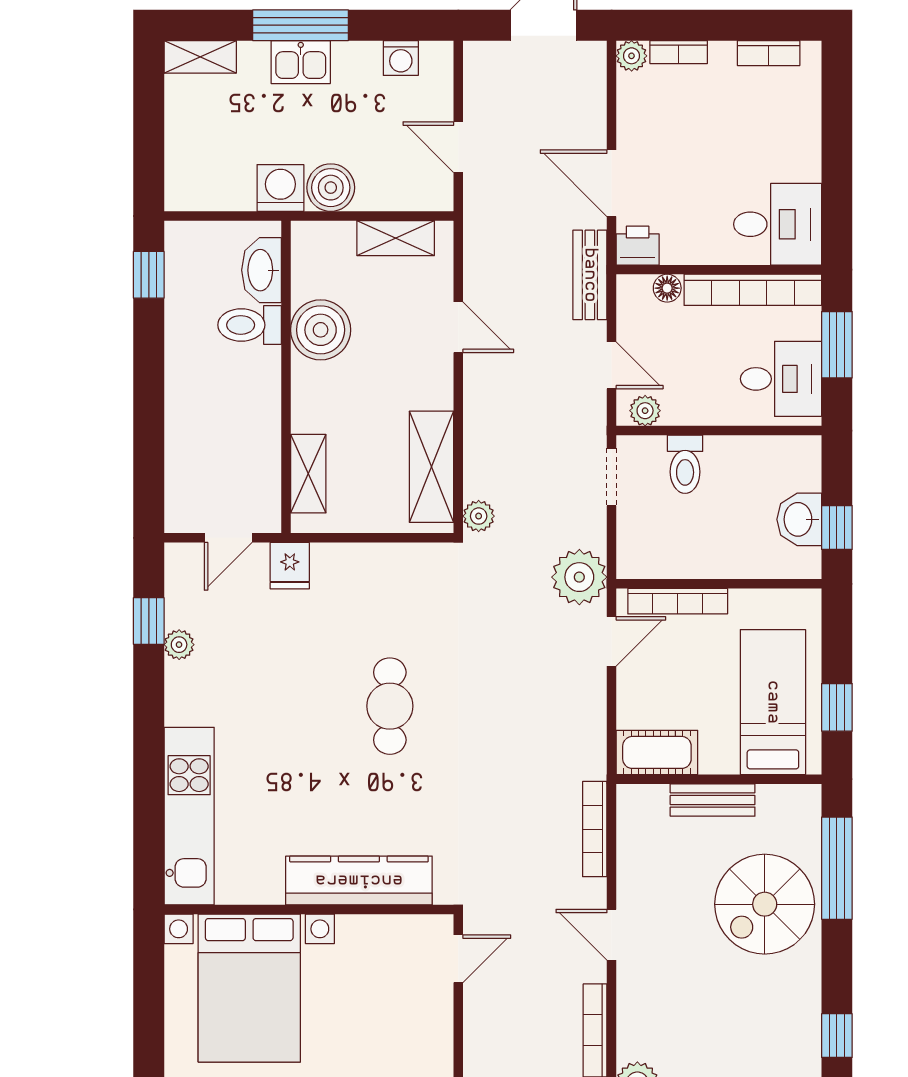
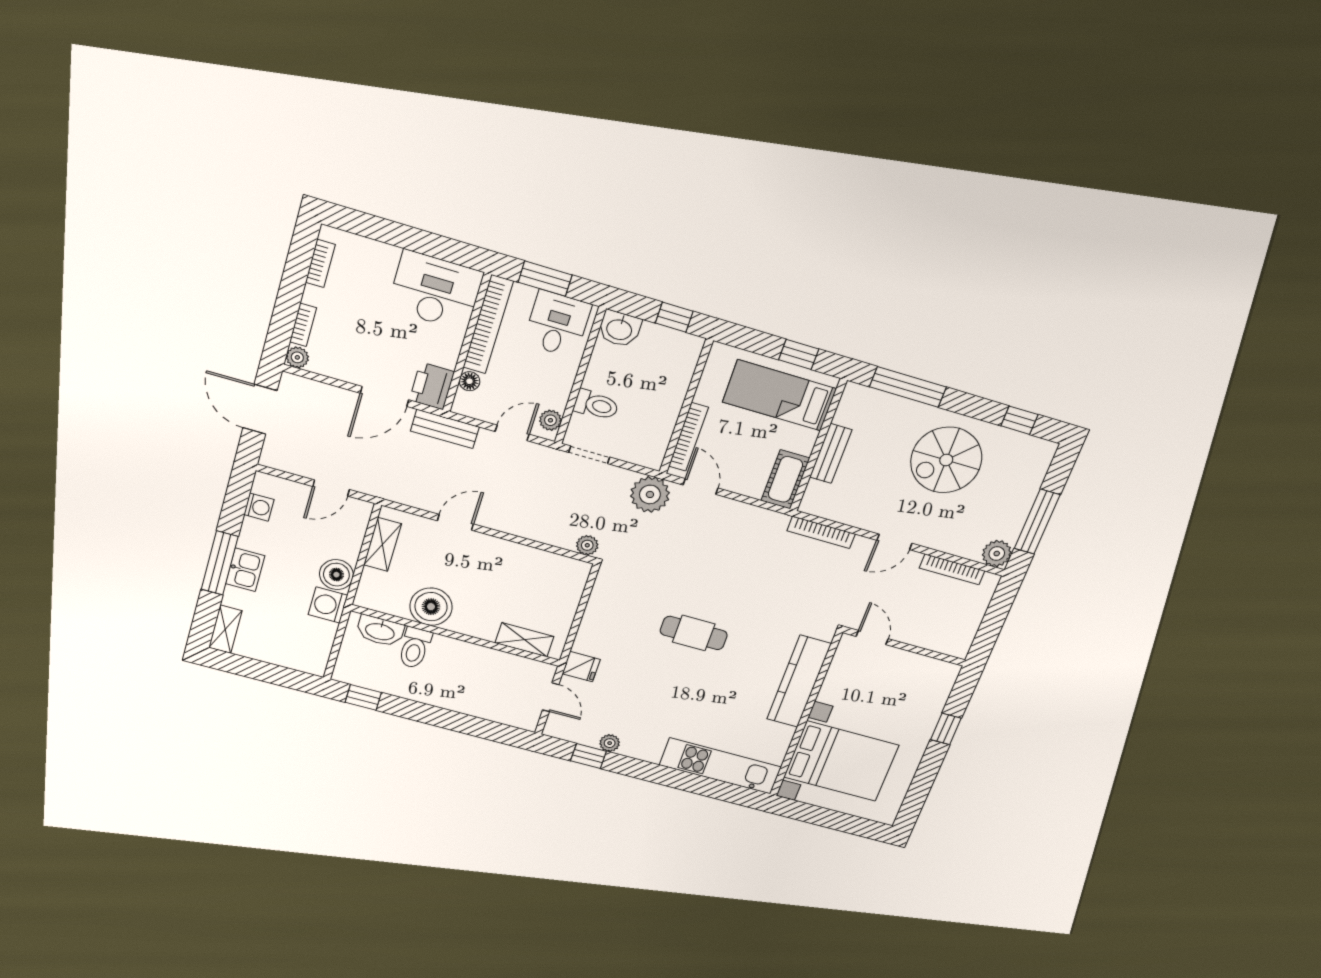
desk: (778, 224) -> (435, 291), width x1.37
printer: (638, 246) -> (432, 386), width x1.36, depth x1.24
shelving: (432, 467) -> (544, 565), removed
washbasin: (799, 519) -> (619, 329), moved
spiral stairs: (765, 904) -> (946, 460), moved, turned 90

